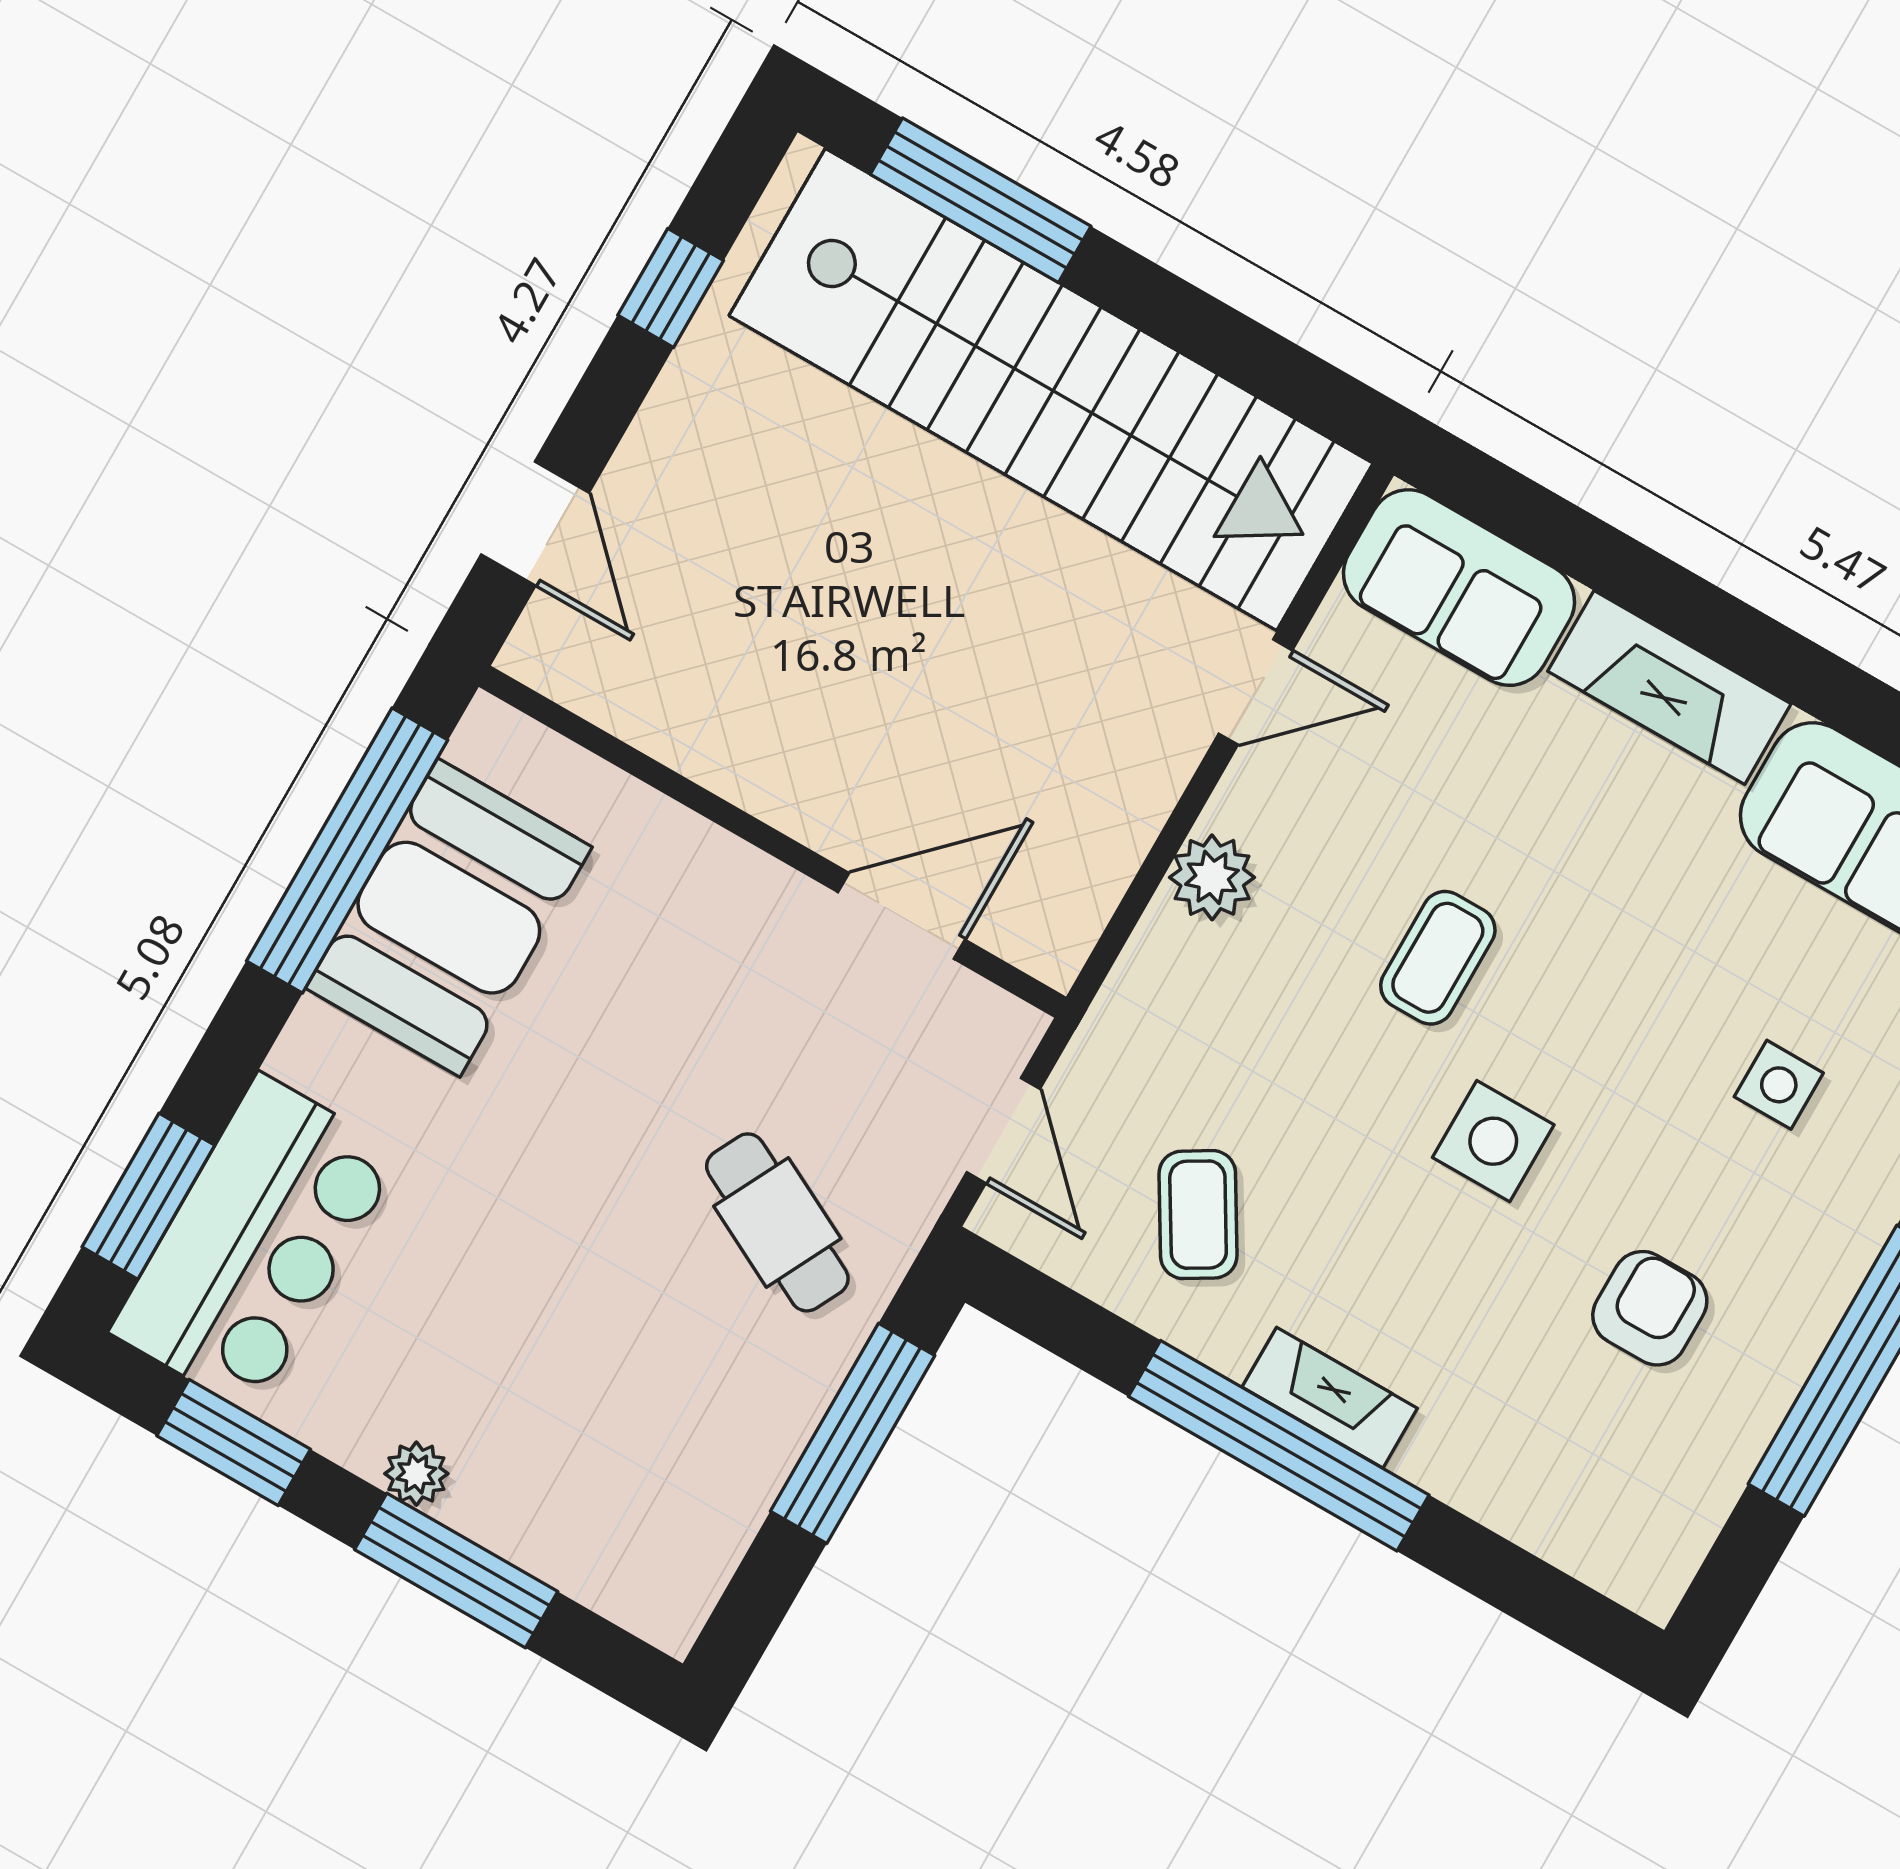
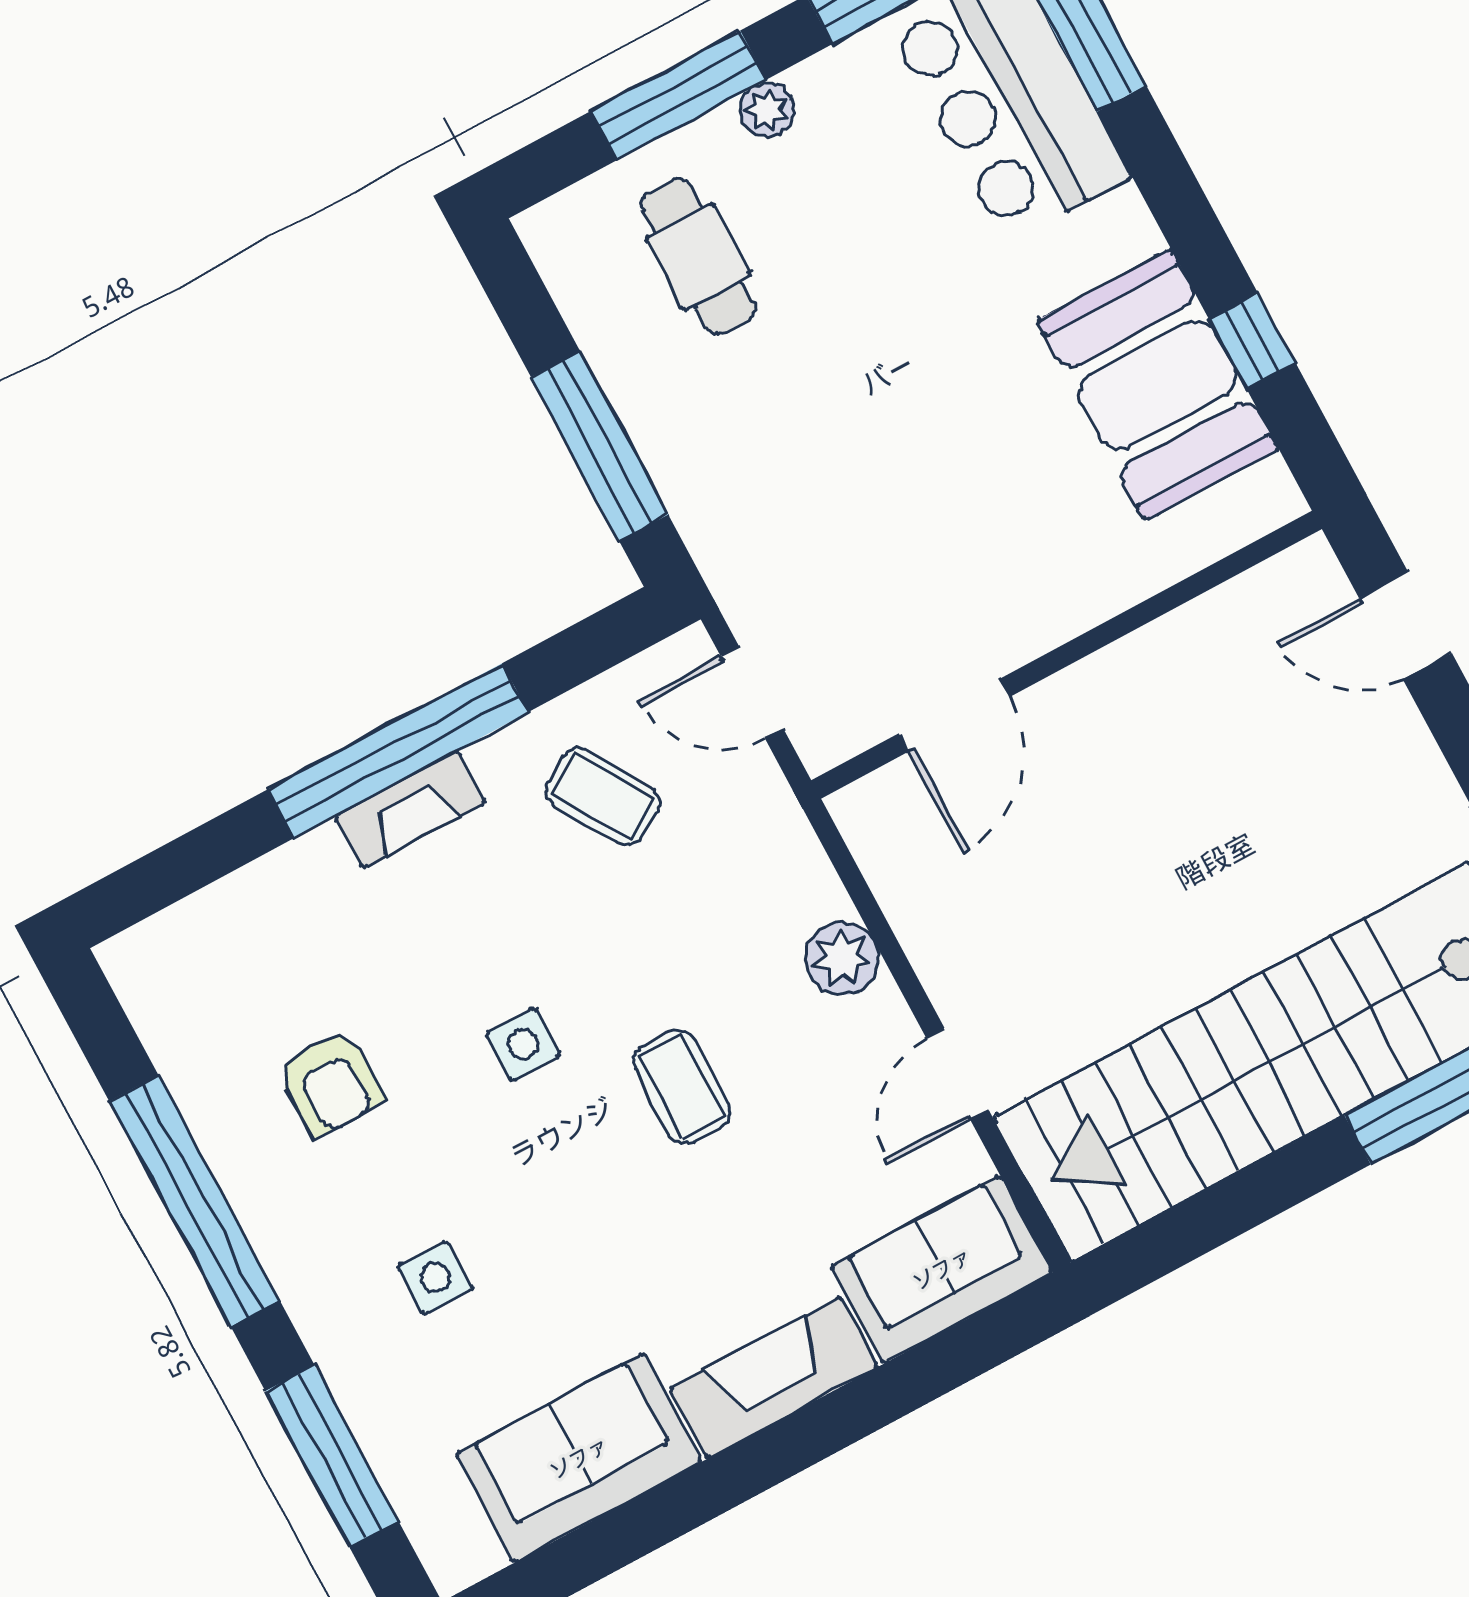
window: (347, 850) -> (1252, 341), width x0.32
side table: (1493, 1141) -> (523, 1044), width x0.73, depth x0.73
cafe table: (777, 1222) -> (698, 257), moved, turned 63

